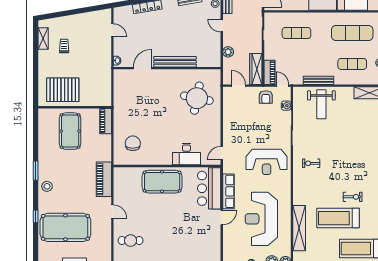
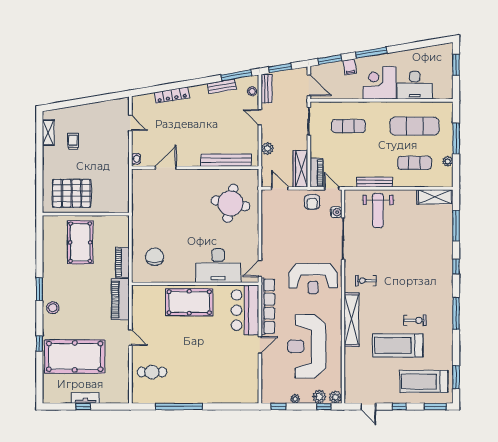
bench: (175, 62) -> (226, 160), moved
piano: (106, 121) -> (122, 262), moved
desk: (186, 154) -> (218, 266), width x1.36, depth x1.30
row of seats: (228, 191) -> (268, 306), width x1.36
shelving: (299, 228) -> (352, 320), moved

